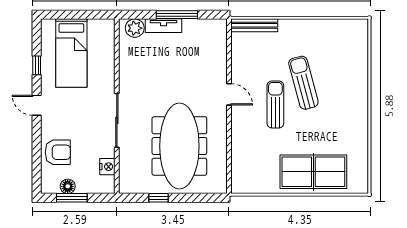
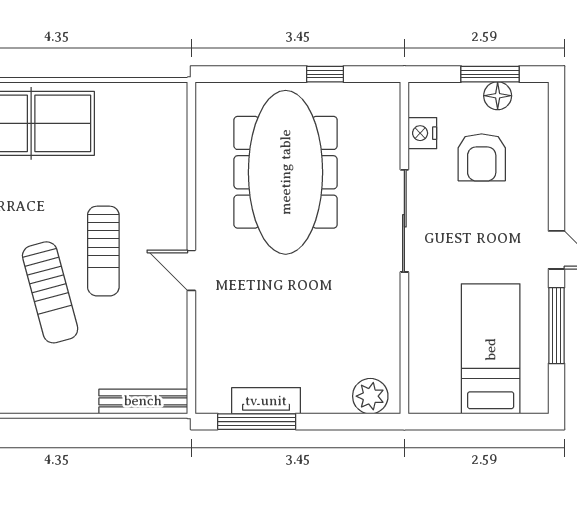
window: (177, 15) -> (257, 422), moved
tv unit: (164, 26) -> (266, 401), moved
window: (37, 65) -> (557, 326), width x2.17
armchair: (58, 152) -> (482, 157), moved, turned -90

